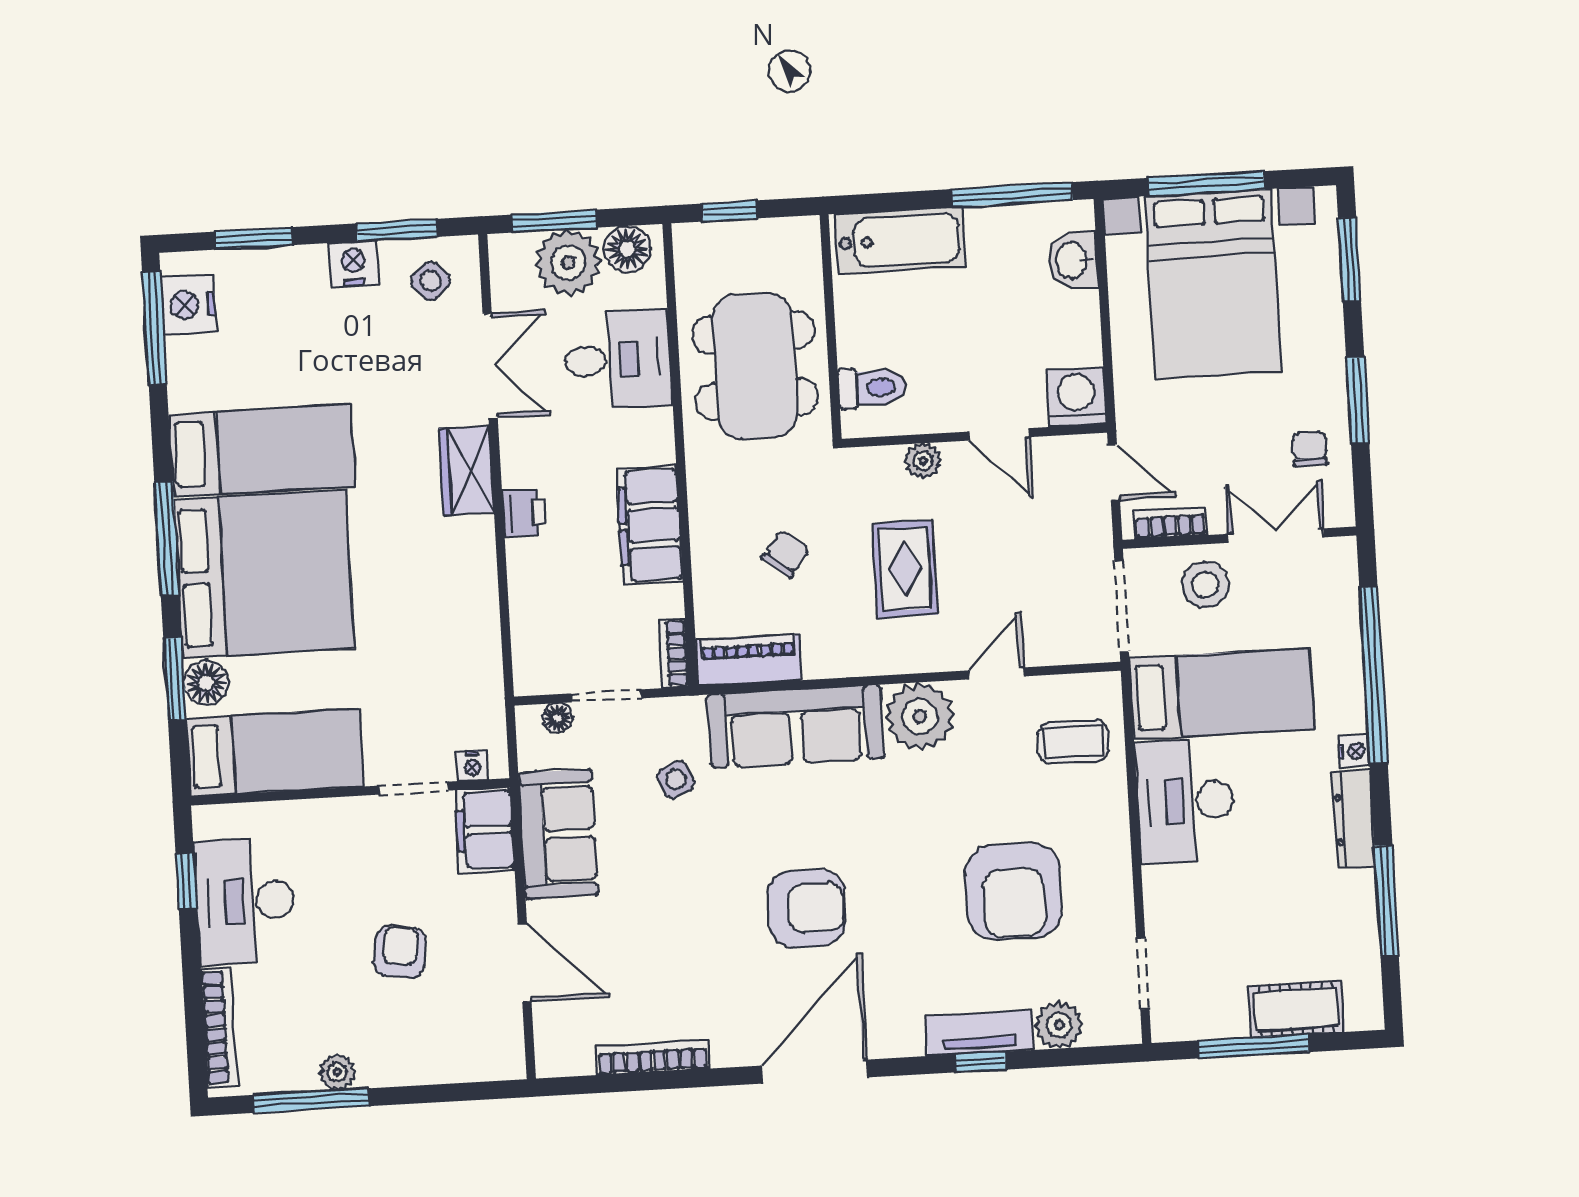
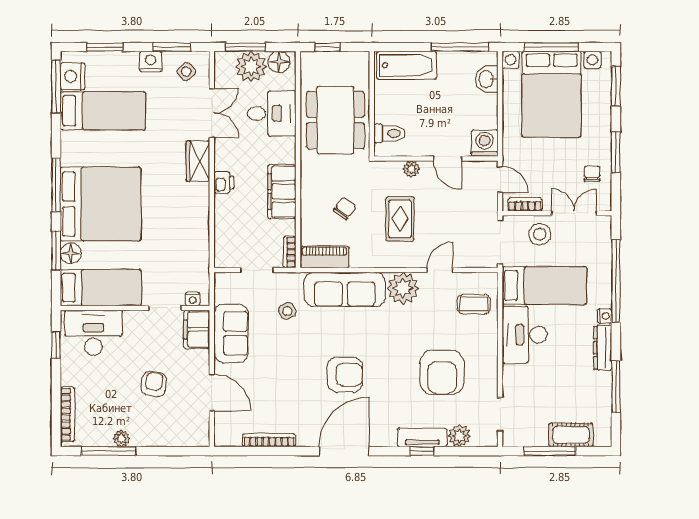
bed: (262, 450) -> (103, 111), moved
floor lamp: (557, 718) -> (234, 279), removed
desk: (245, 901) -> (93, 333), moved, turned 90

